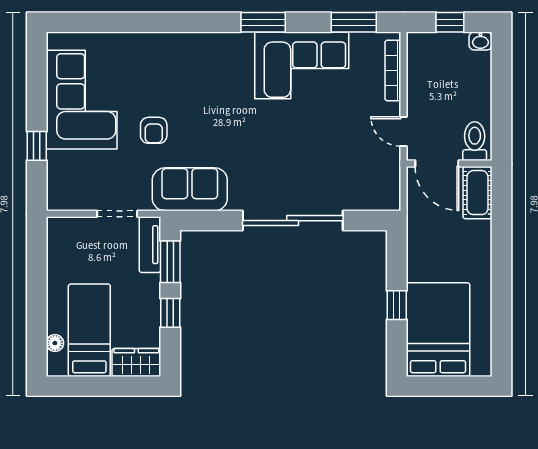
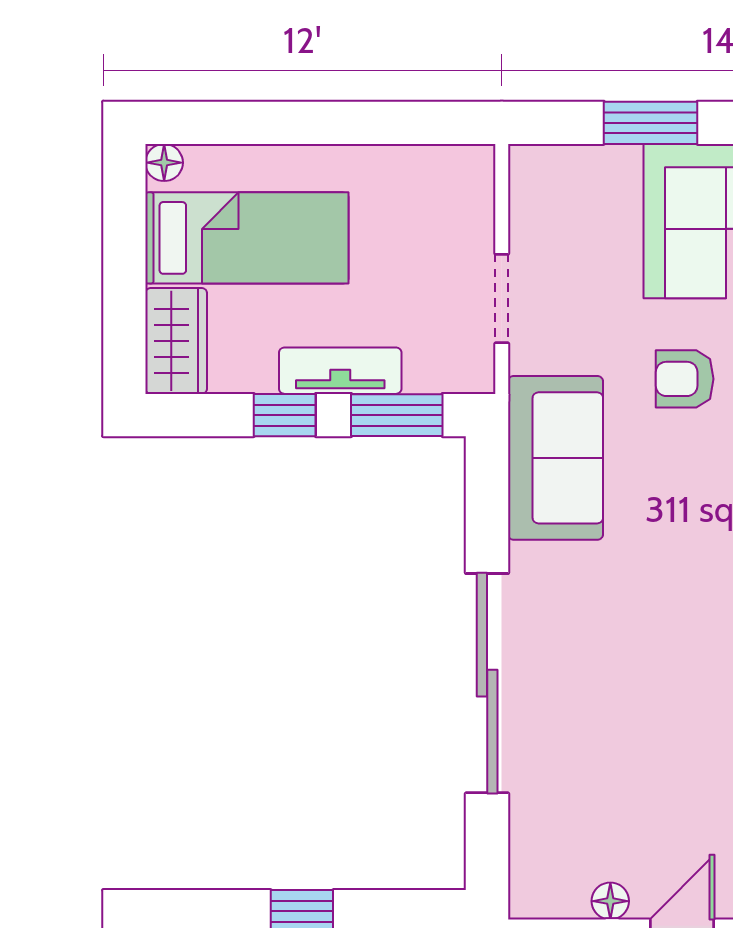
window: (37, 146) -> (651, 123), width x1.50
floor lamp: (392, 164) -> (610, 901), added
tv unit: (150, 245) -> (340, 371), moved
floor lamp: (55, 343) -> (164, 163), moved

